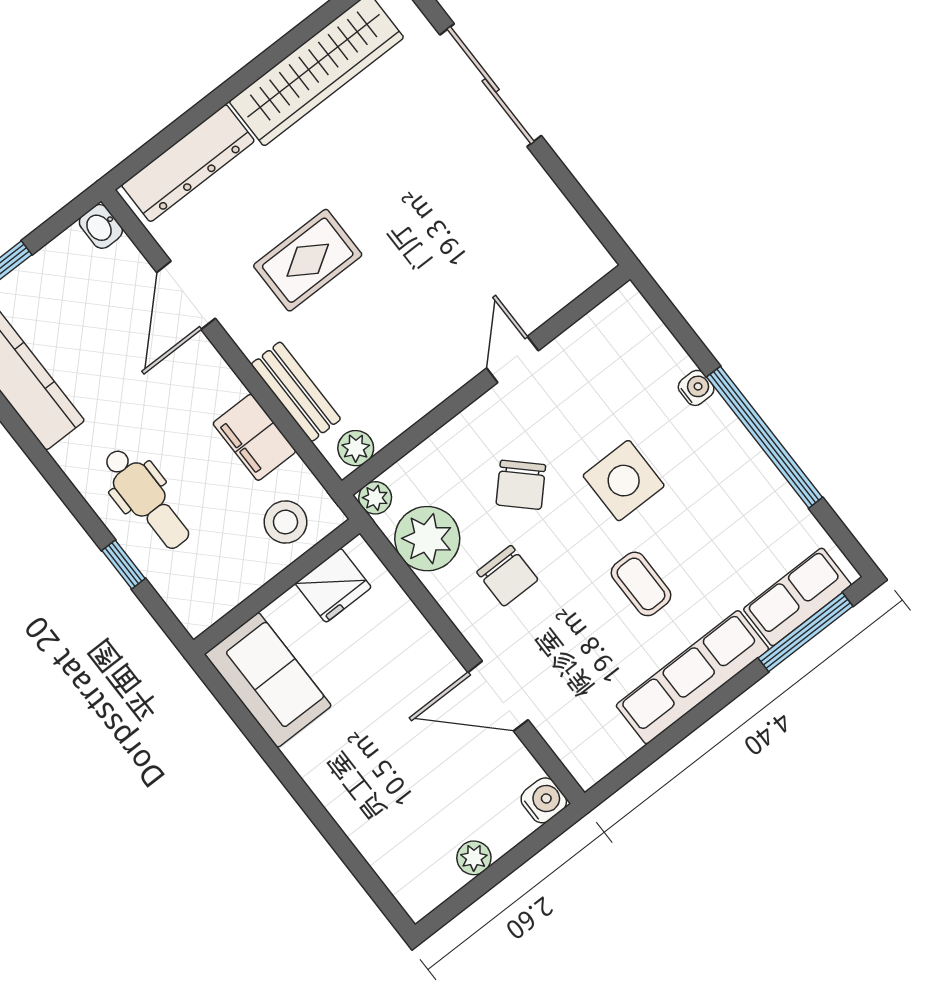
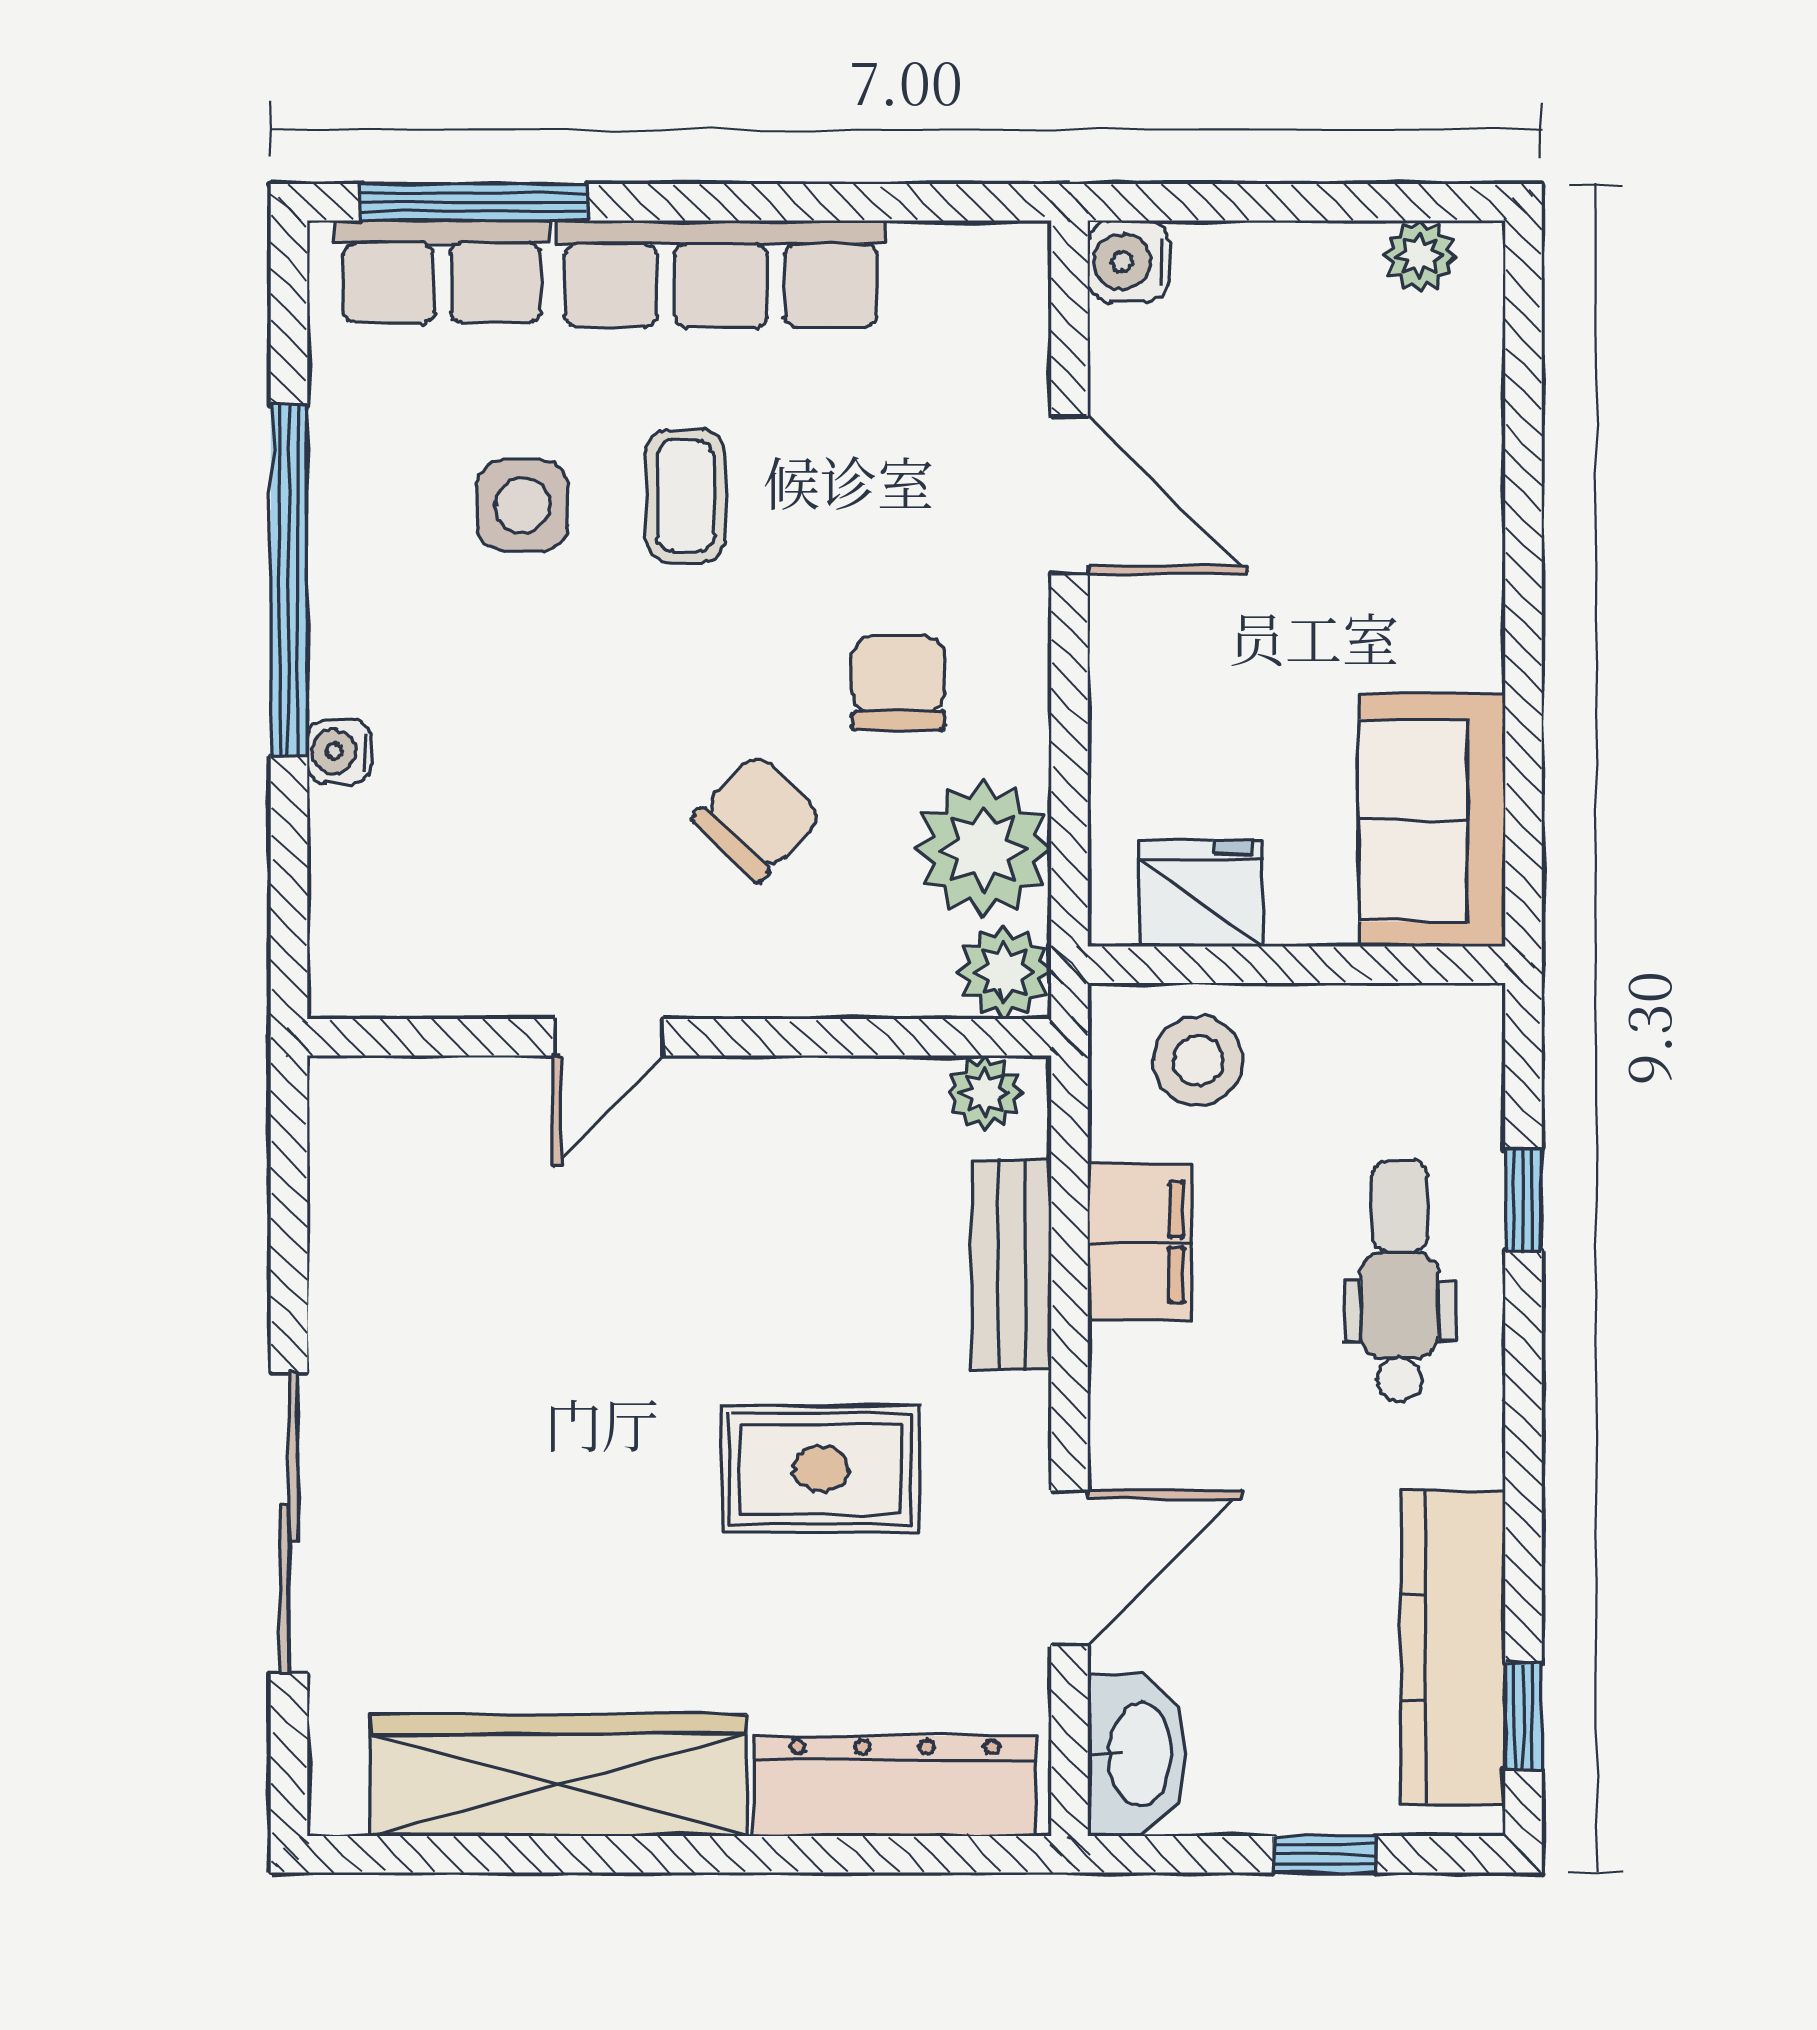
washbasin: (101, 226) -> (1138, 1755), width x1.91, depth x1.45
side table: (624, 481) -> (522, 506), moved, width x0.73, depth x0.73
plant: (375, 498) -> (1004, 972), width x1.38, depth x1.38
plant: (474, 858) -> (1420, 256), moved

